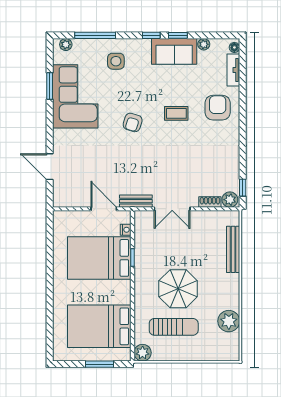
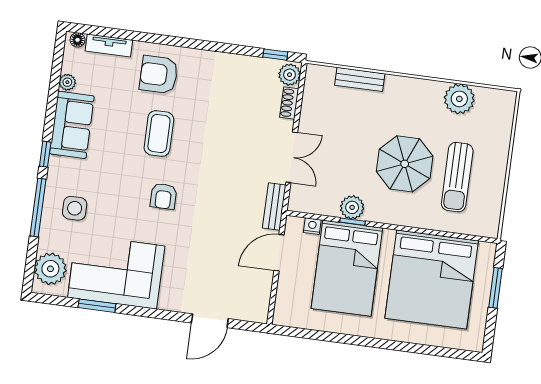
window: (95, 35) -> (38, 208), moved
window: (178, 35) -> (50, 117), removed
plant: (66, 45) -> (50, 269), width x1.87, depth x1.87
coffee table: (176, 113) -> (159, 134), width x1.36, depth x1.30
armchair: (133, 122) -> (163, 196), turned 73
bench: (233, 249) -> (360, 79), width x0.73
bed: (99, 326) -> (432, 279), width x1.36
sun lounger: (174, 327) -> (457, 177), turned 180
plant: (143, 353) -> (352, 207), moved

